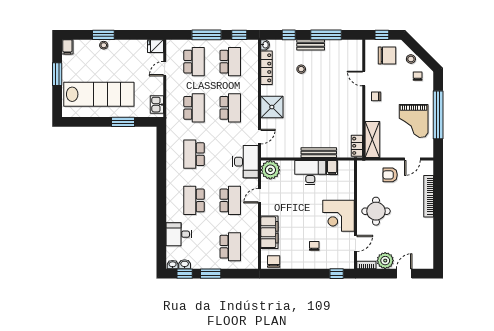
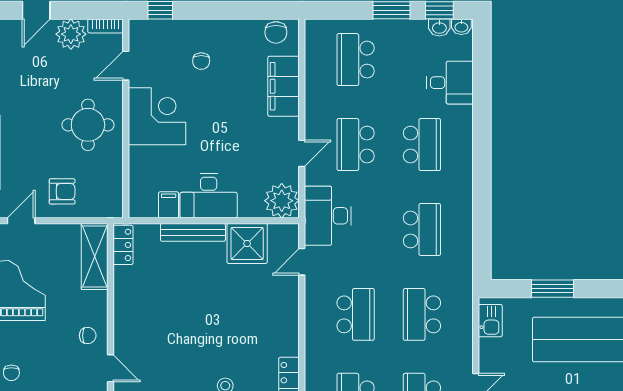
shower: (272, 107) -> (247, 243), moved
school desk: (230, 108) -> (356, 314), turned 180

